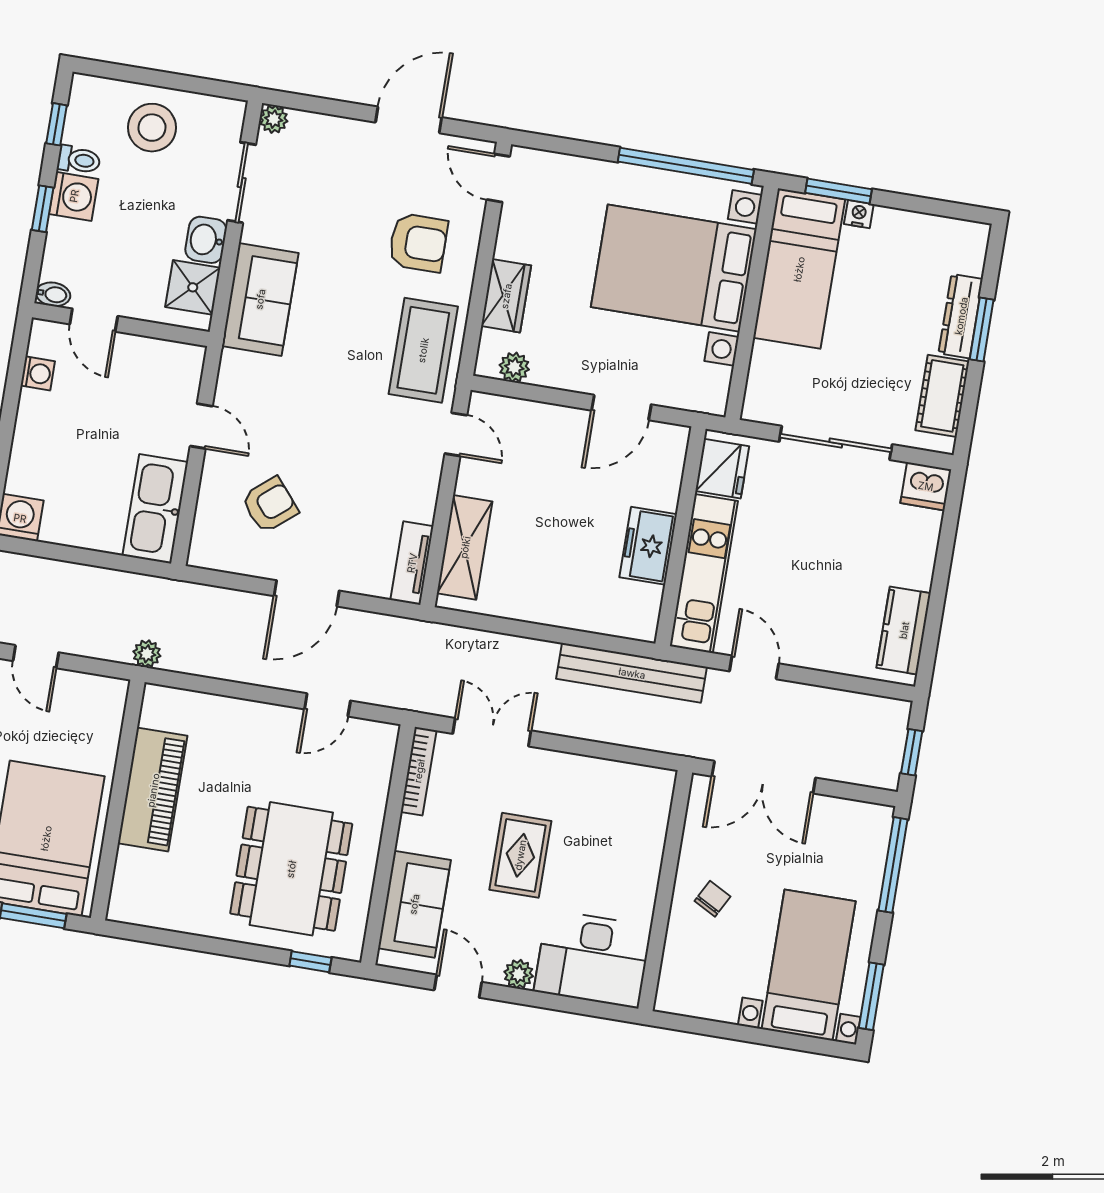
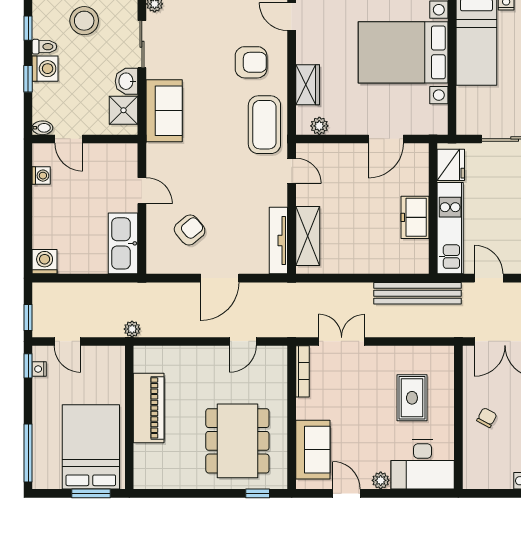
tv unit: (412, 563) -> (278, 241), width x1.41
rug: (520, 855) -> (412, 398), moved

